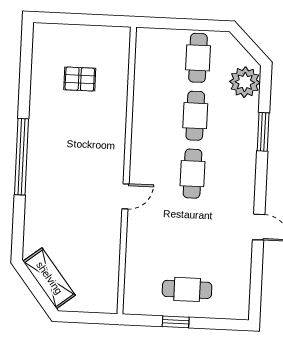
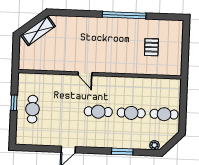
plant: (245, 82) -> (154, 145), width x0.53, depth x0.53
window: (22, 157) -> (124, 15), moved

